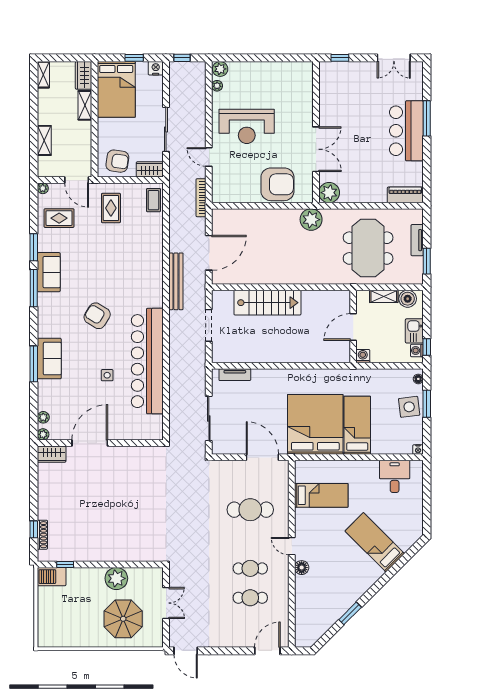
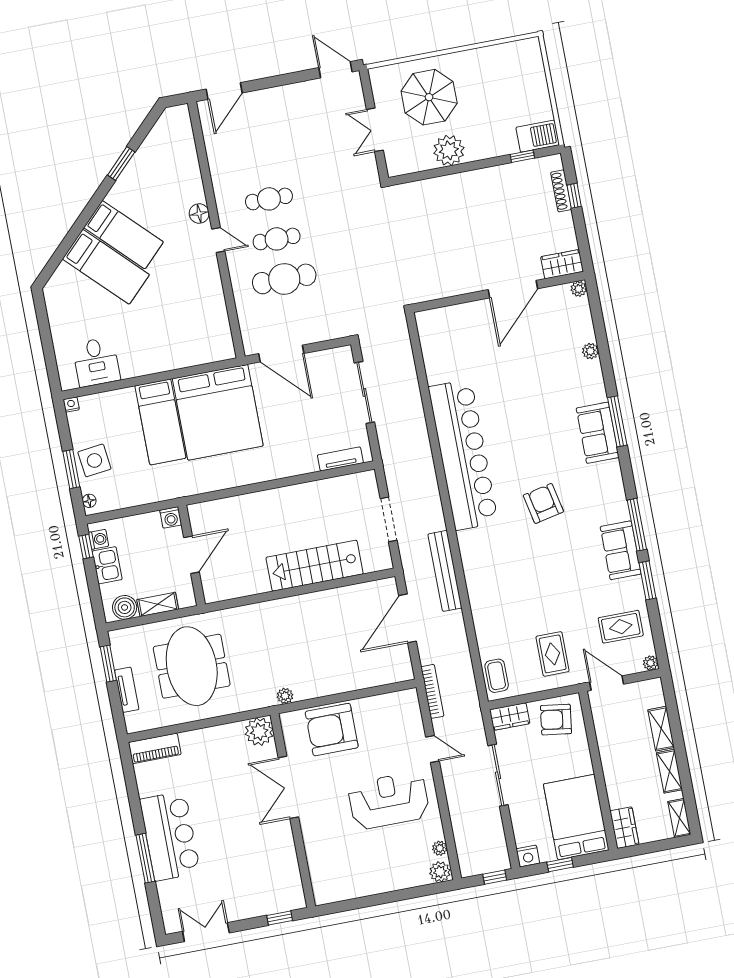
shelving: (85, 105) -> (669, 771), moved
plant: (311, 220) -> (285, 696), width x0.53, depth x0.53
armchair: (97, 316) -> (543, 503), turned -134
side table: (107, 375) -> (514, 425), removed
plant: (43, 434) -> (579, 289), moved
door: (90, 443) -> (513, 289), moved
wall: (100, 443) -> (499, 292), moved
wardrobe: (52, 454) -> (562, 264), moved
bed: (321, 495) -> (124, 235), moved, turned -135
cafe table: (250, 598) -> (277, 239), moved

